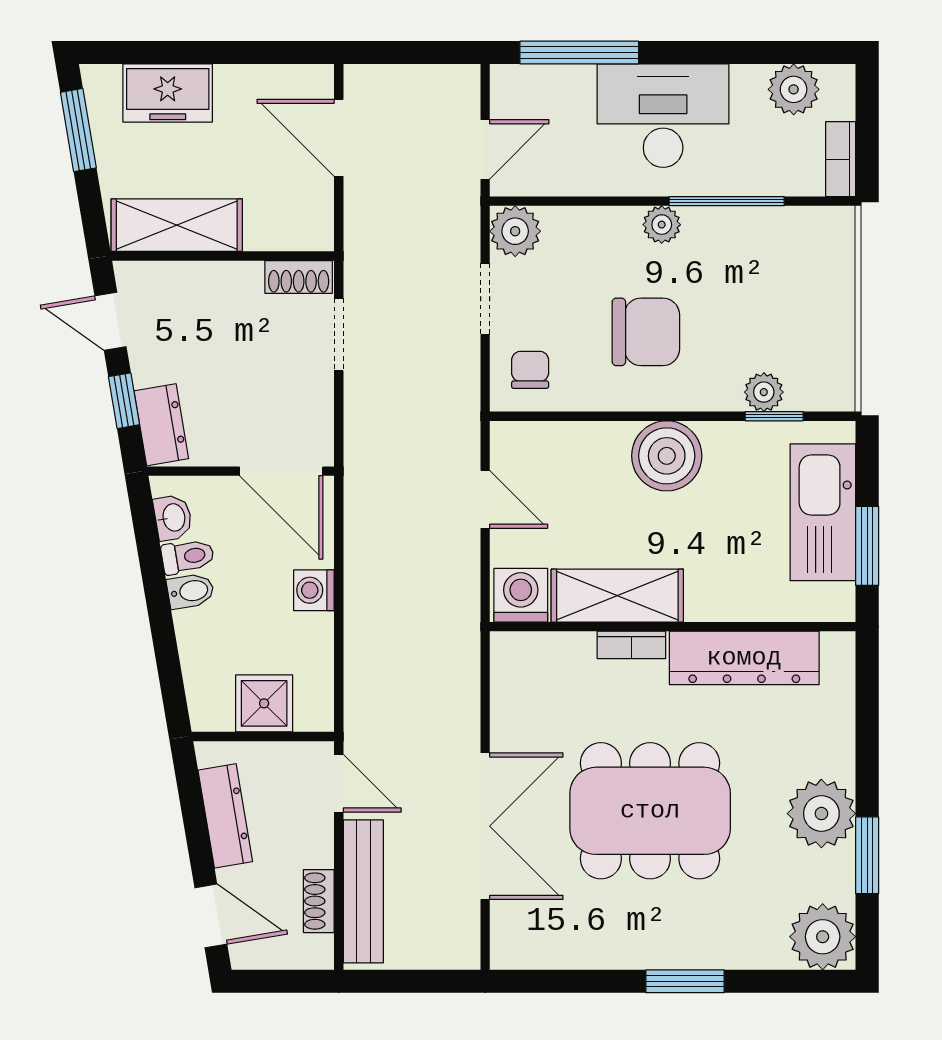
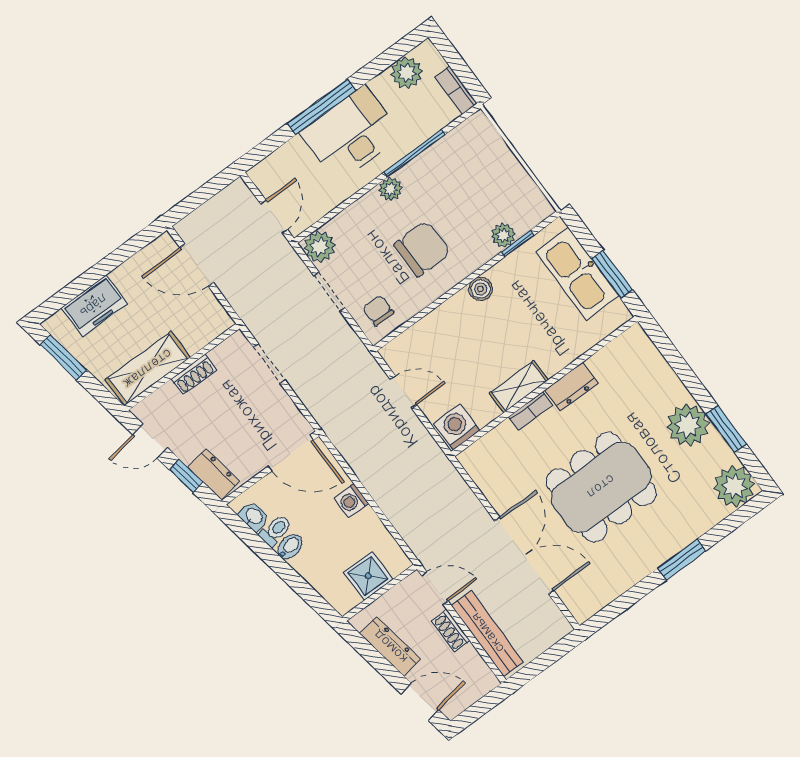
window: (579, 52) -> (321, 107), moved
shoe rack: (299, 277) -> (194, 375), moved
boiler: (667, 456) -> (481, 289), width x0.54, depth x0.54
shelving: (617, 596) -> (519, 387), width x0.67, depth x0.75
dresser: (744, 658) -> (572, 387), width x0.51, depth x0.80
shoe rack: (319, 901) -> (451, 631), moved

